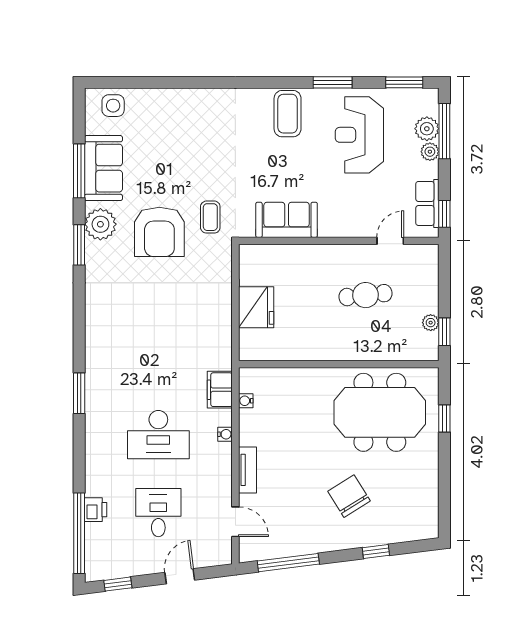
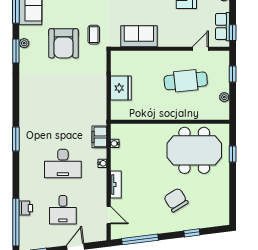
plant: (100, 224) -> (24, 43), width x0.53, depth x0.53
cafe table: (366, 295) -> (186, 81), width x1.37, depth x1.35
window: (444, 332) -> (233, 74), moved
desk: (158, 513) -> (63, 210), turned 180

